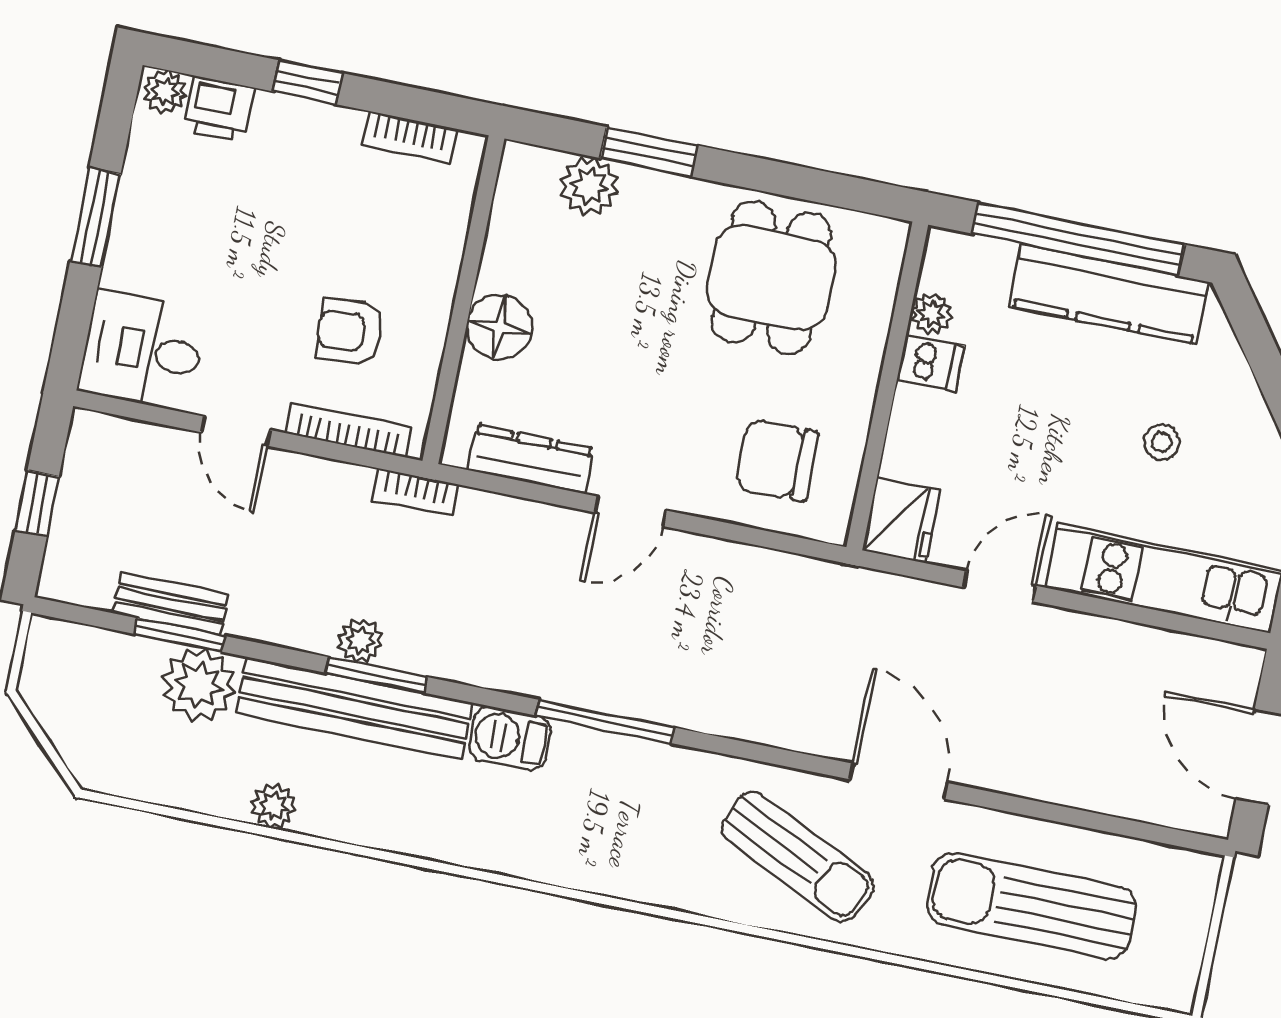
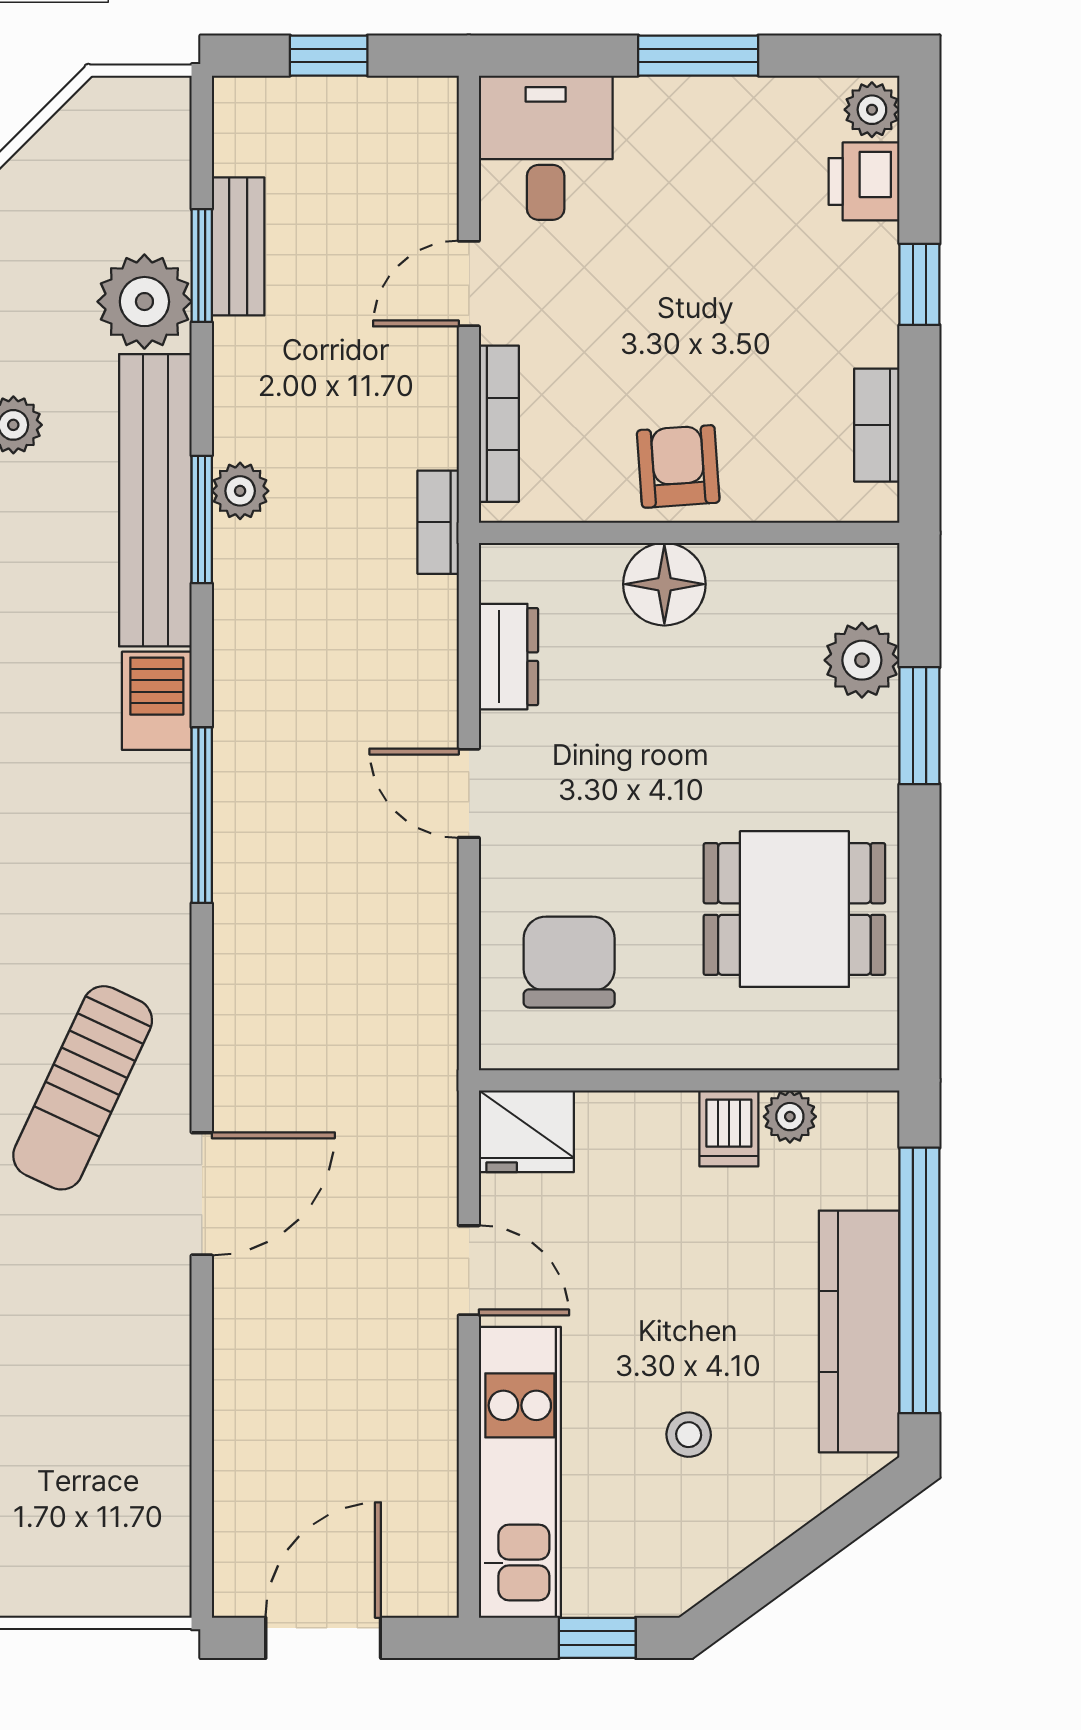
armchair: (350, 332) -> (678, 466), moved
dresser: (531, 459) -> (508, 657), width x0.70
sun lounger: (1031, 906) -> (81, 1390), removed

